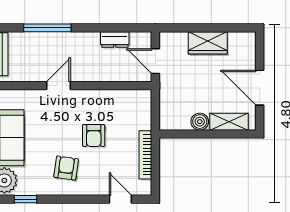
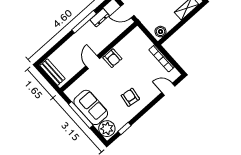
window: (47, 28) -> (84, 22), moved
boiler: (200, 122) -> (161, 32), moved
armchair: (94, 136) -> (112, 58), moved

